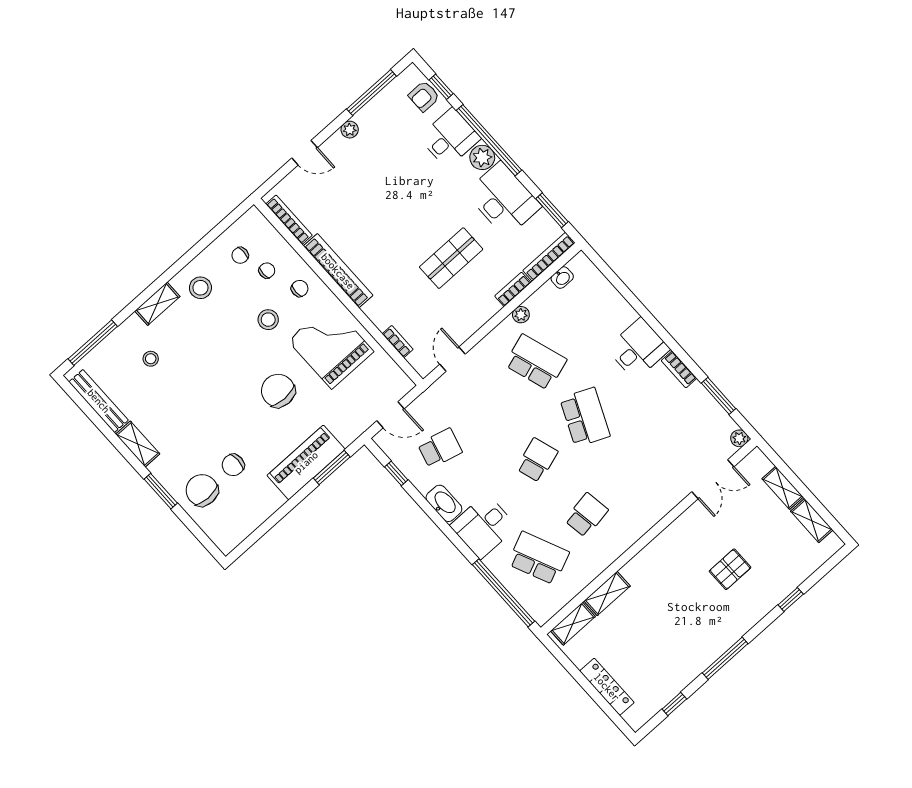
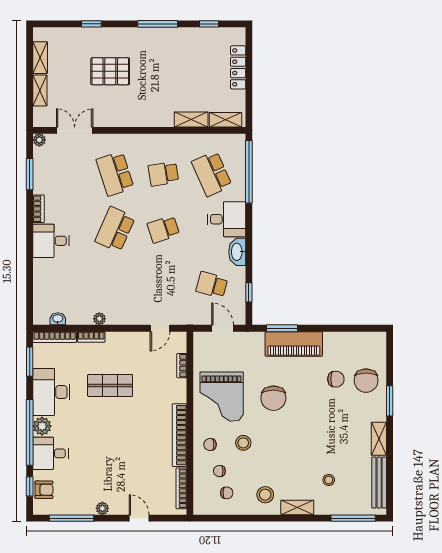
school desk: (536, 362) -> (115, 174), moved
pallet: (730, 569) -> (110, 71), width x1.50, depth x1.42

